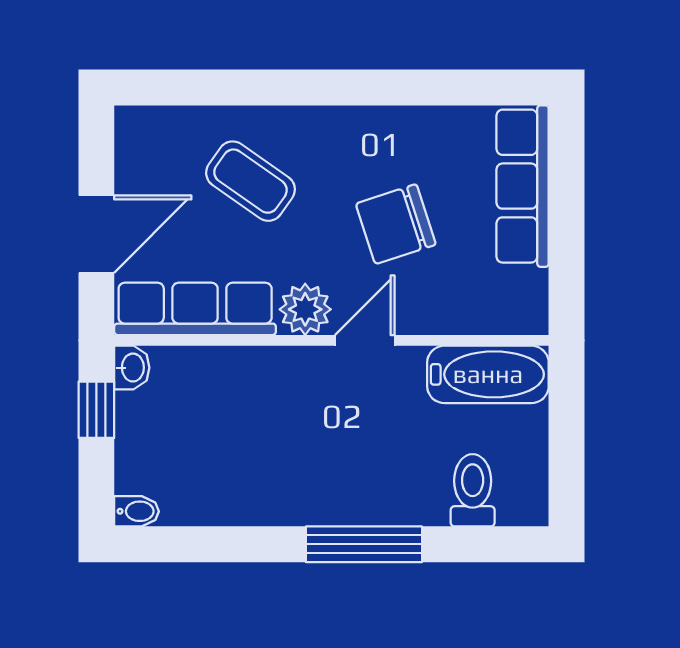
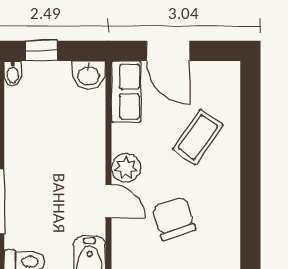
row of seats: (195, 309) -> (126, 91), width x0.68
washbasin: (132, 368) -> (89, 75), width x1.38, depth x1.45
window: (96, 410) -> (41, 51), moved

